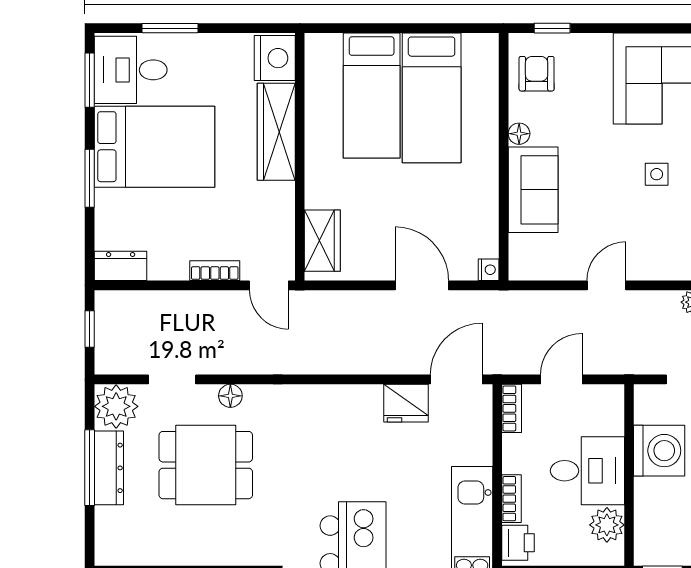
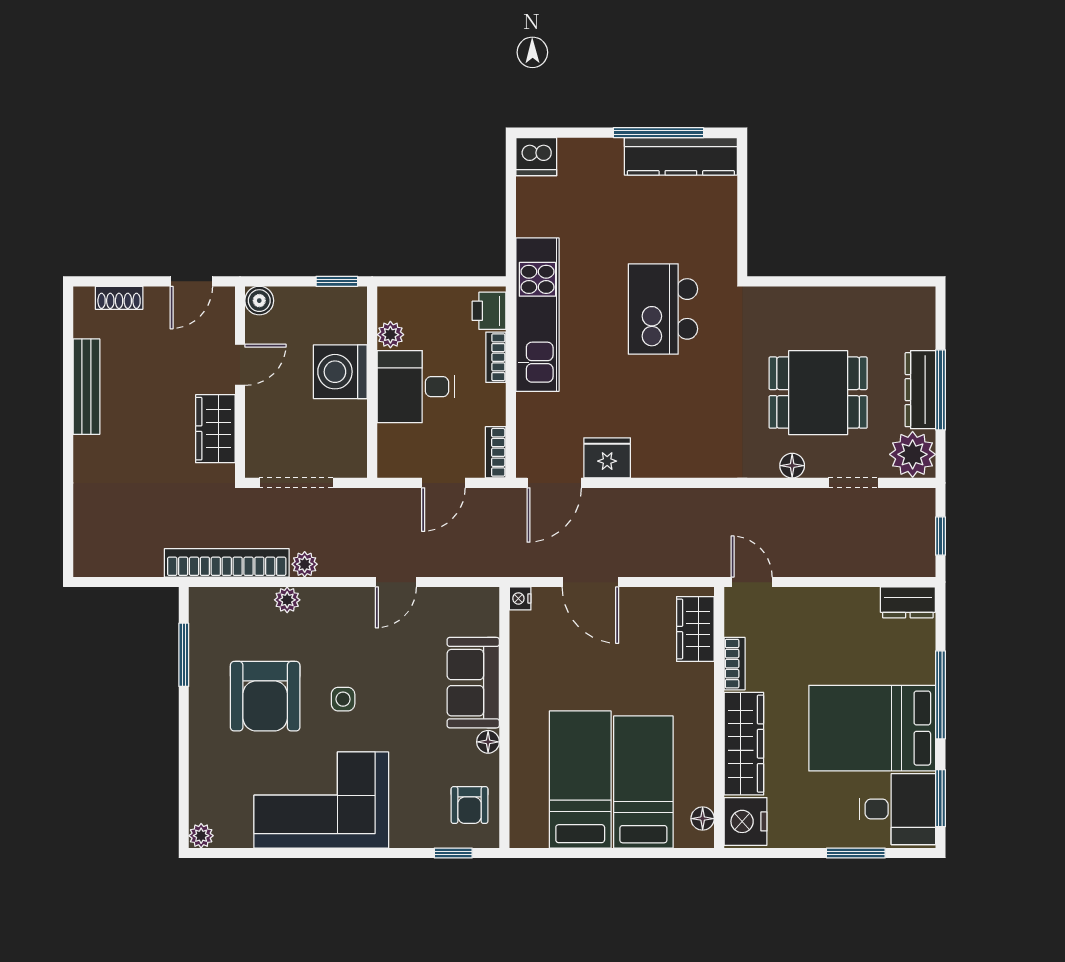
floor lamp: (315, 61) -> (703, 819), added
window: (90, 178) -> (941, 695), width x1.44
bookcase: (215, 271) -> (735, 664), moved, turned -90
washing machine: (659, 451) -> (340, 372), moved
plant: (607, 525) -> (390, 335), width x0.73, depth x0.73

